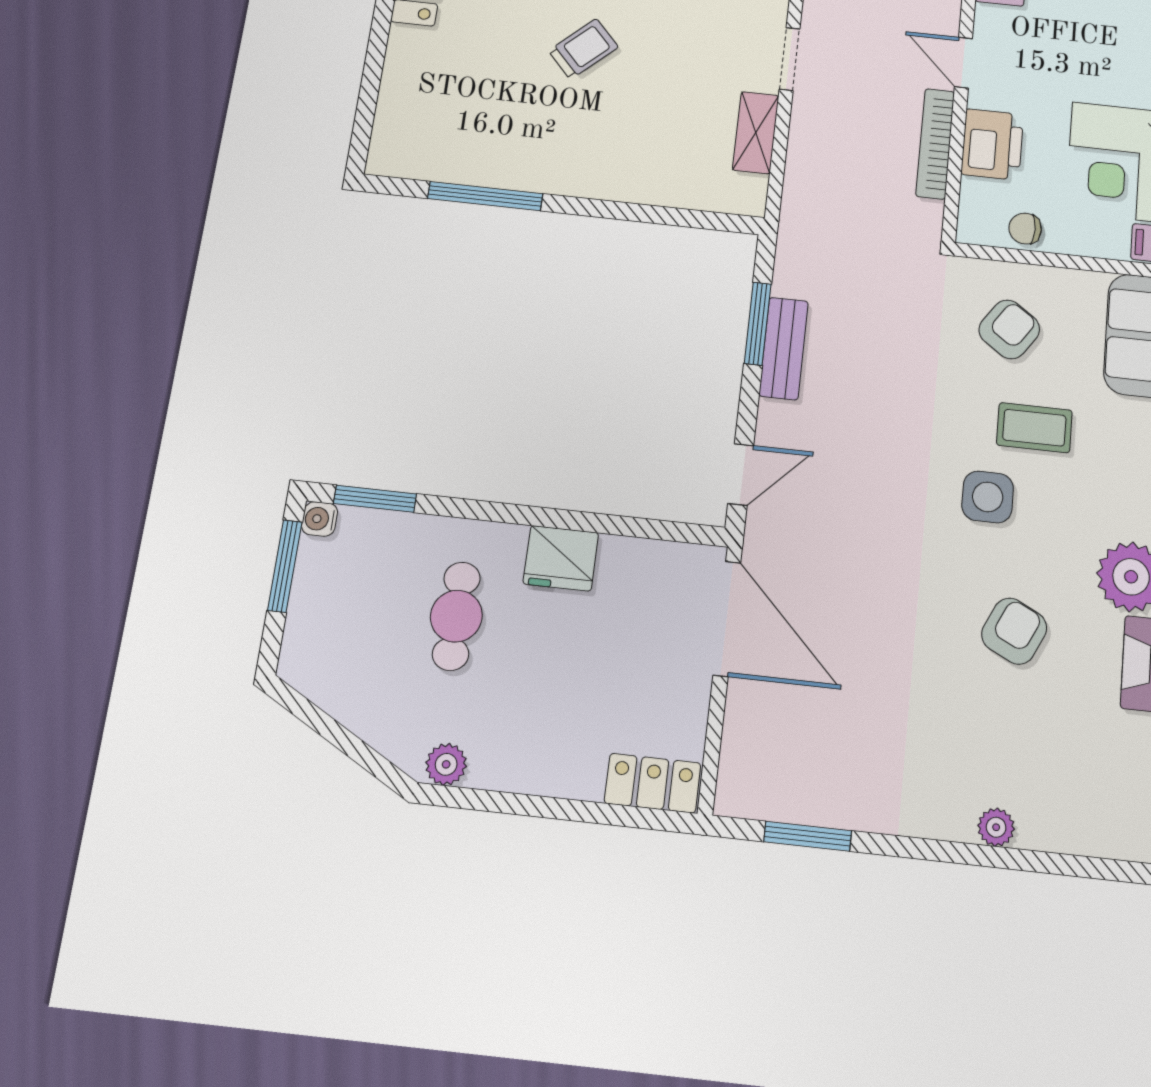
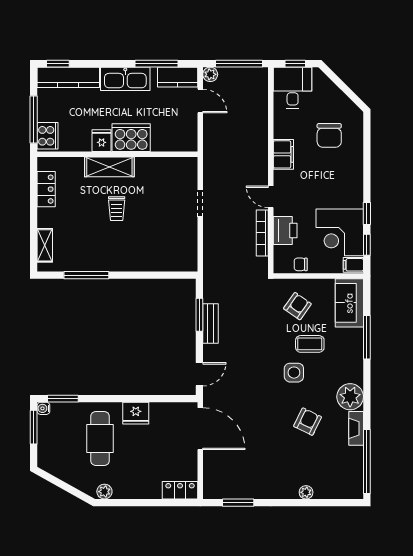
trolley: (583, 49) -> (117, 209), turned 133
shelving: (756, 133) -> (45, 245), moved
cafe table: (456, 616) -> (100, 439), width x1.37, depth x1.35

